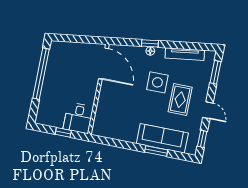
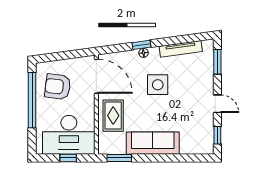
armchair: (67, 66) -> (58, 87), added
rug: (180, 100) -> (113, 116), moved
desk: (78, 118) -> (69, 135), width x1.87, depth x1.30
sofa: (162, 138) -> (153, 143), moved
window: (156, 151) -> (119, 158), moved

